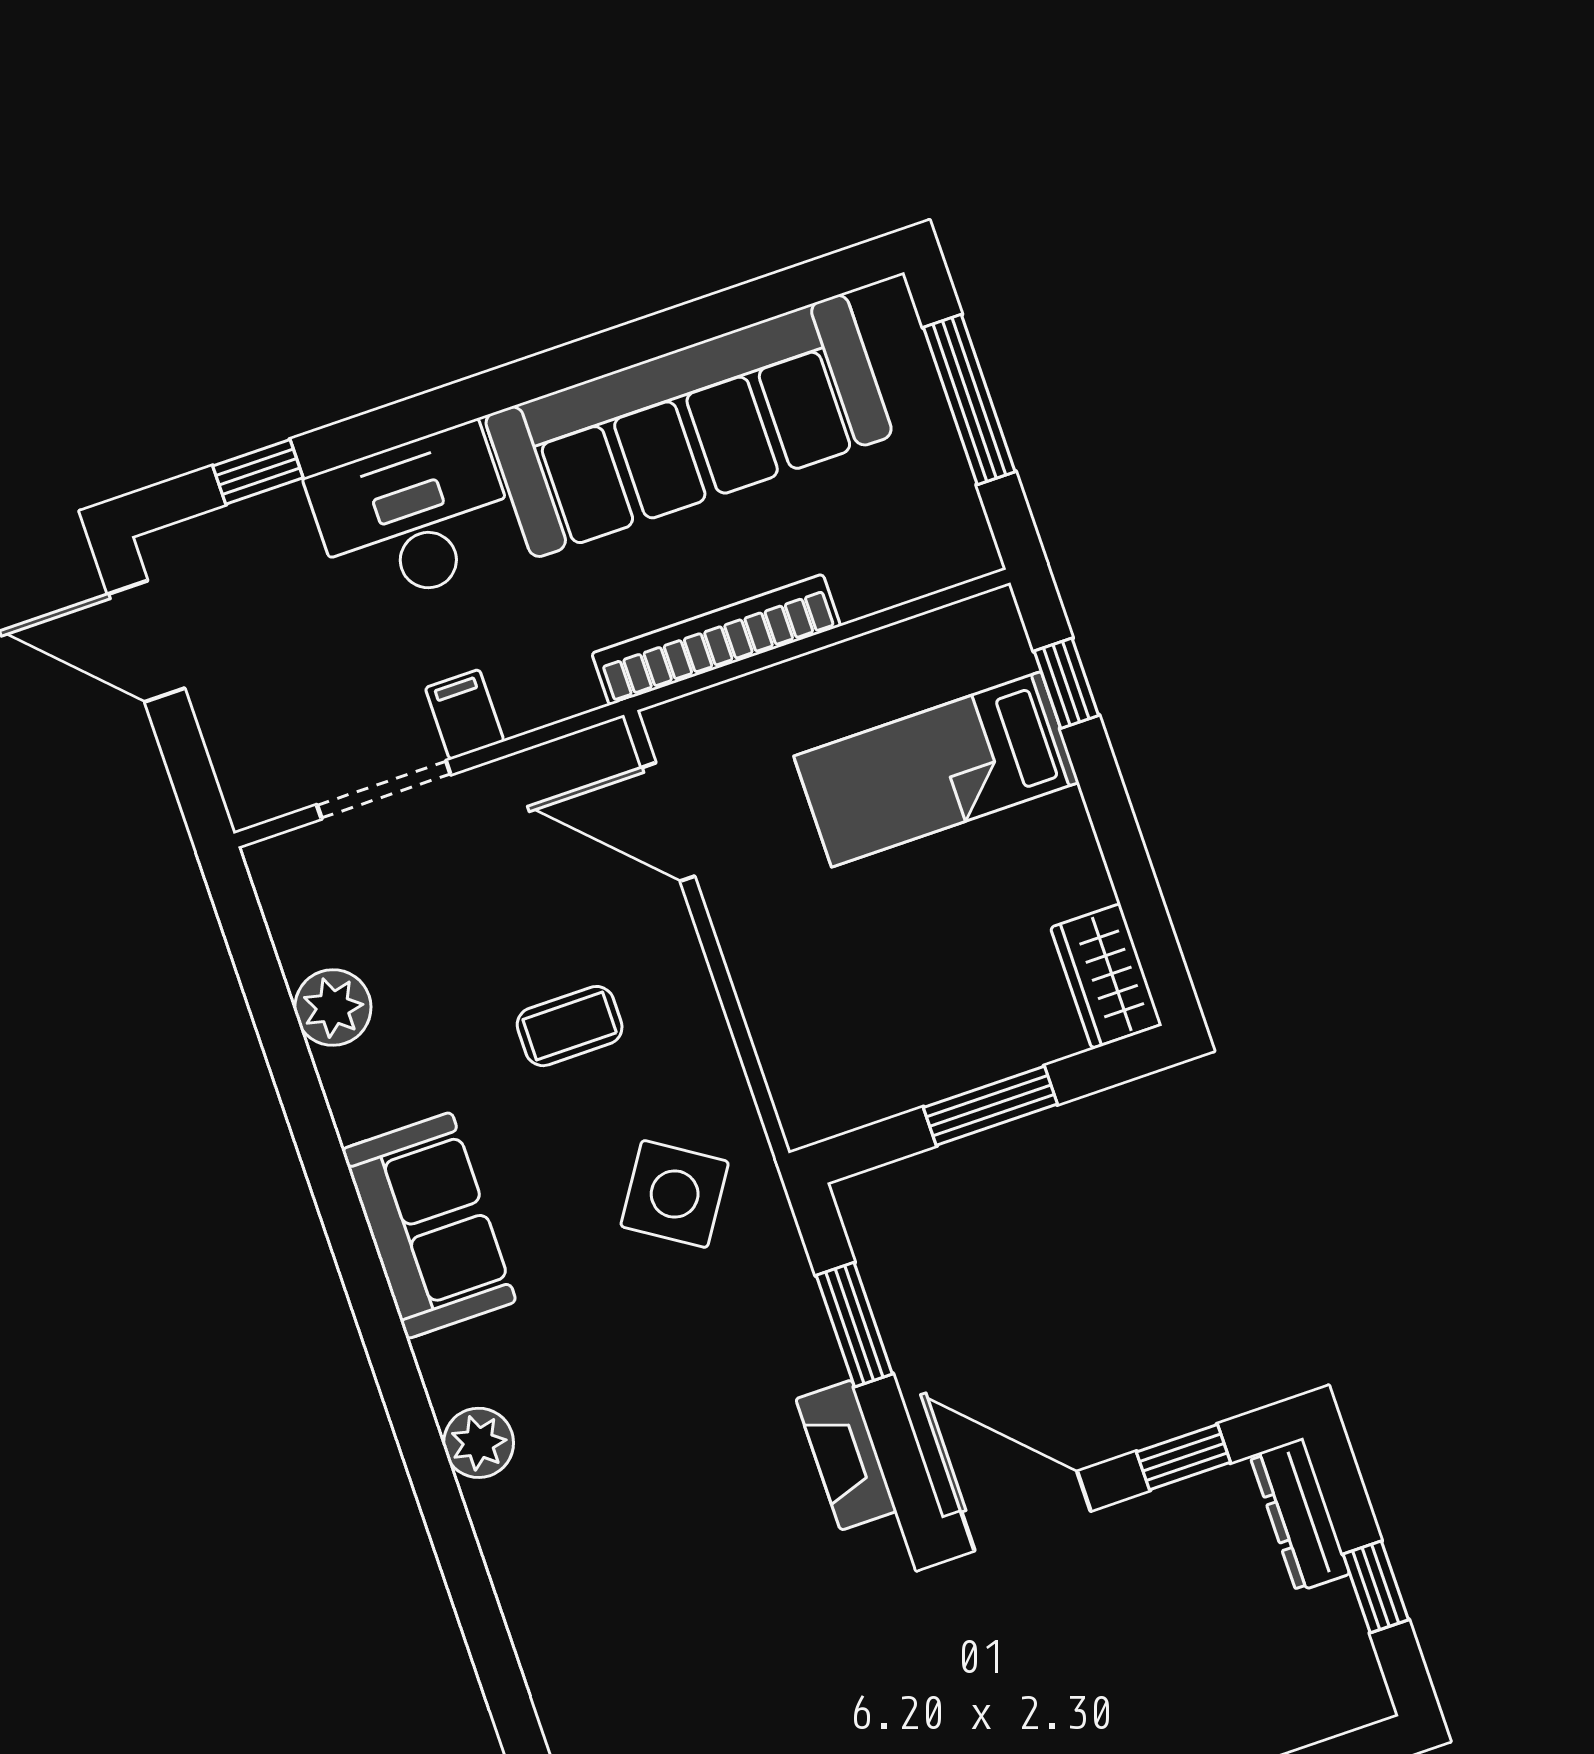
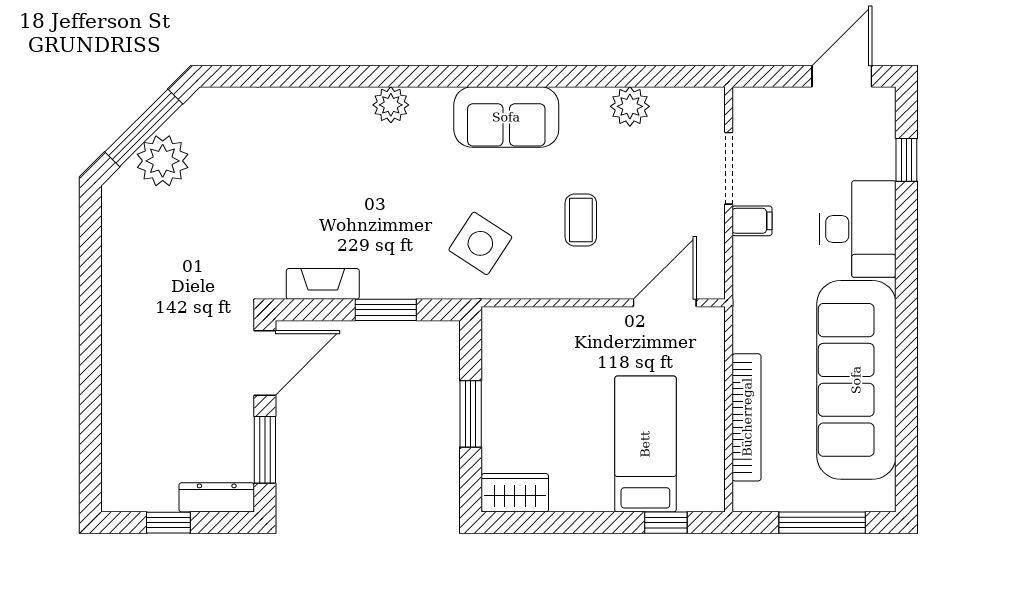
bookcase: (716, 640) -> (747, 417), moved
window: (1183, 1457) -> (265, 450), width x1.50

